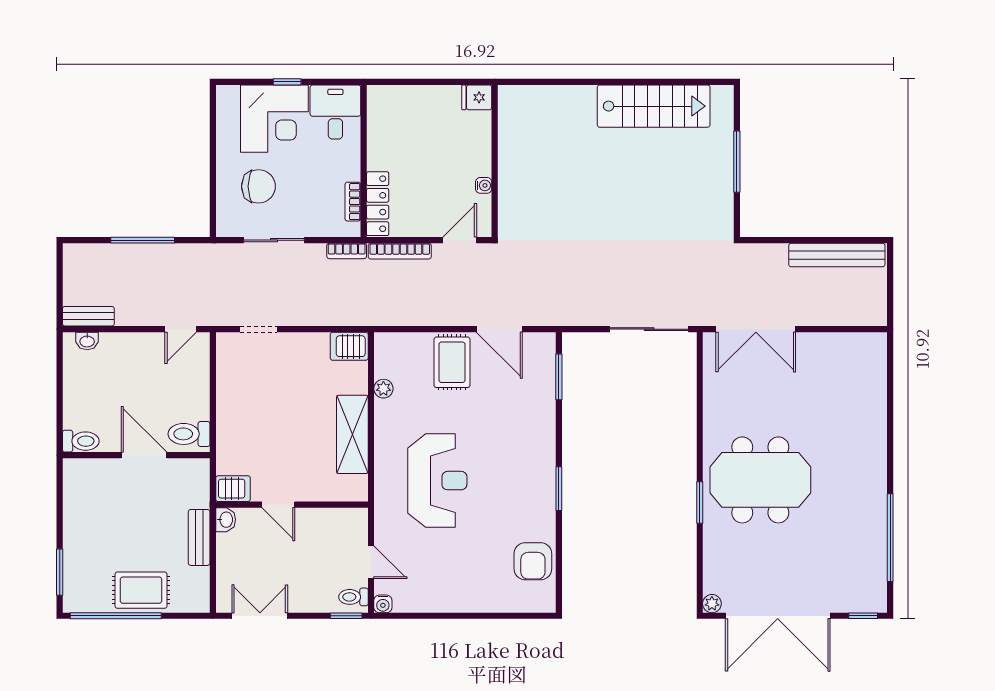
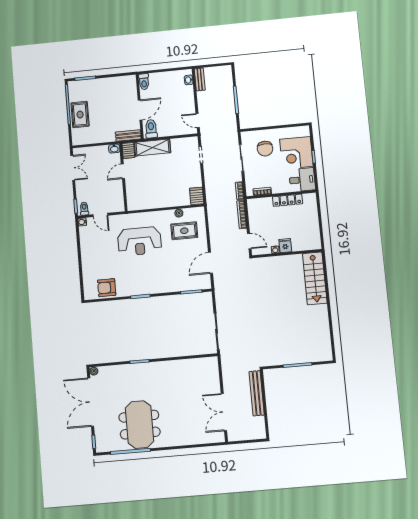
fridge: (477, 97) -> (285, 246), moved
stairs: (654, 106) -> (315, 278), moved
locker: (378, 204) -> (288, 200), moved
bench: (837, 255) -> (257, 393), moved
double door: (756, 329) -> (224, 412), moved
rug: (452, 362) -> (184, 231), moved
shelving: (352, 434) -> (153, 147), moved
meeting table: (760, 480) -> (140, 425), moved
bench: (199, 537) -> (128, 135), moved
door: (371, 562) -> (100, 215), hinge flipped

